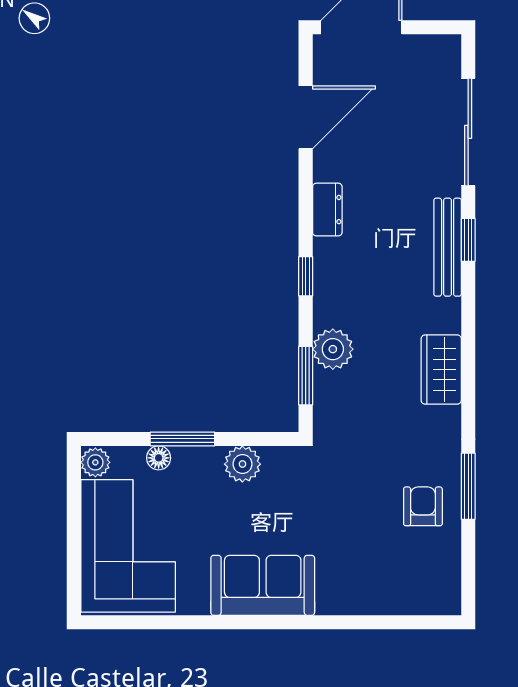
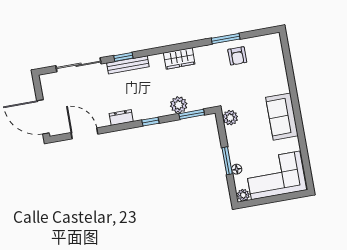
plant: (242, 464) -> (230, 118), moved
armchair: (423, 506) -> (237, 56), turned -90

